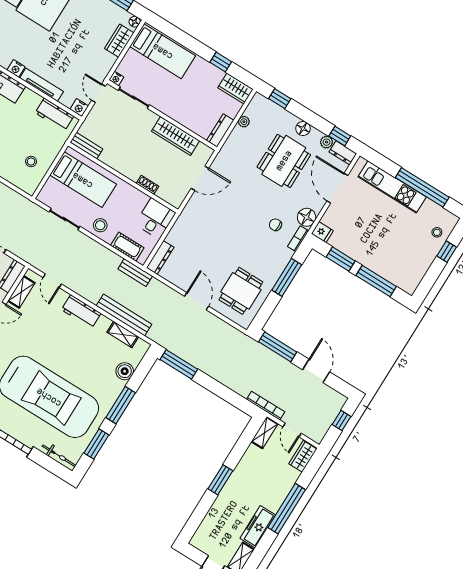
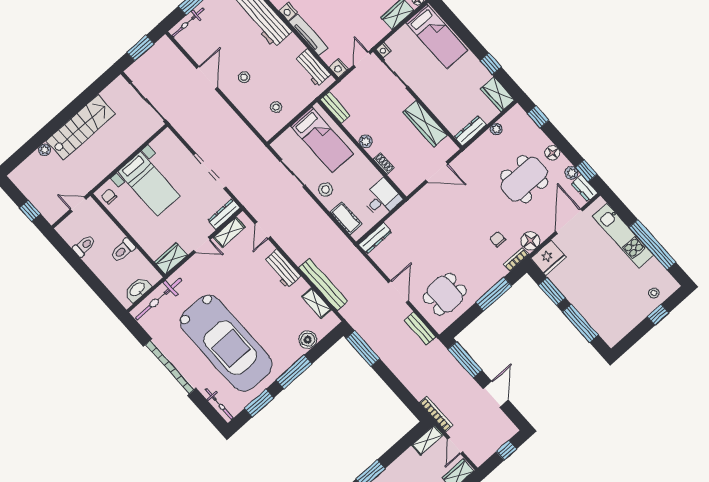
plant: (125, 169) -> (366, 141), added
fridge: (322, 232) -> (548, 258), width x1.88, depth x1.34
bench: (135, 273) -> (420, 329), moved

